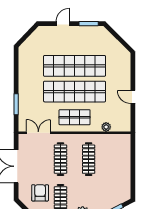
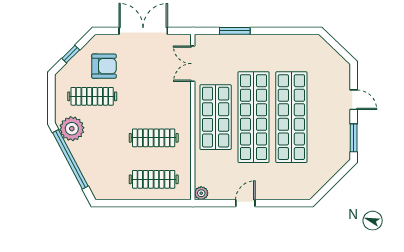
shop shelf: (75, 117) -> (216, 117), width x1.43, depth x1.36
plant: (106, 127) -> (201, 193), moved
double door: (38, 133) -> (193, 64), swing flipped
clothes rail: (60, 159) -> (154, 179), moved

